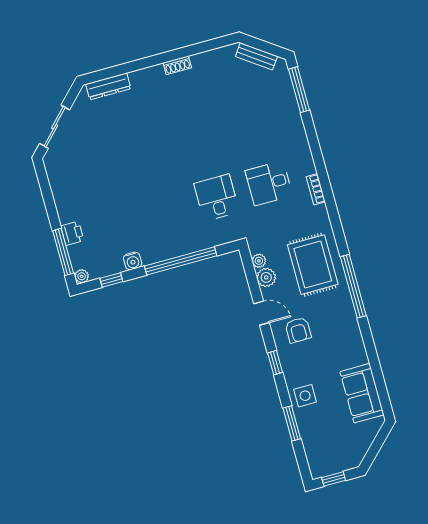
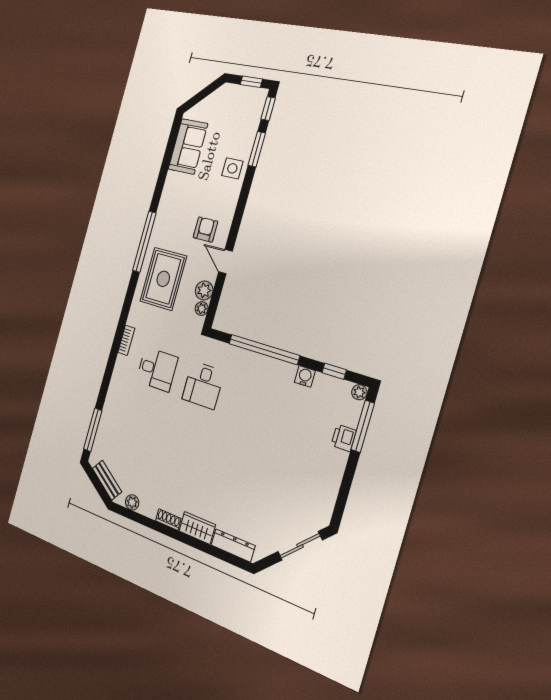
plant: (220, 55) -> (132, 502), added
wardrobe: (148, 77) -> (197, 528), added
window: (275, 363) -> (268, 109), moved

